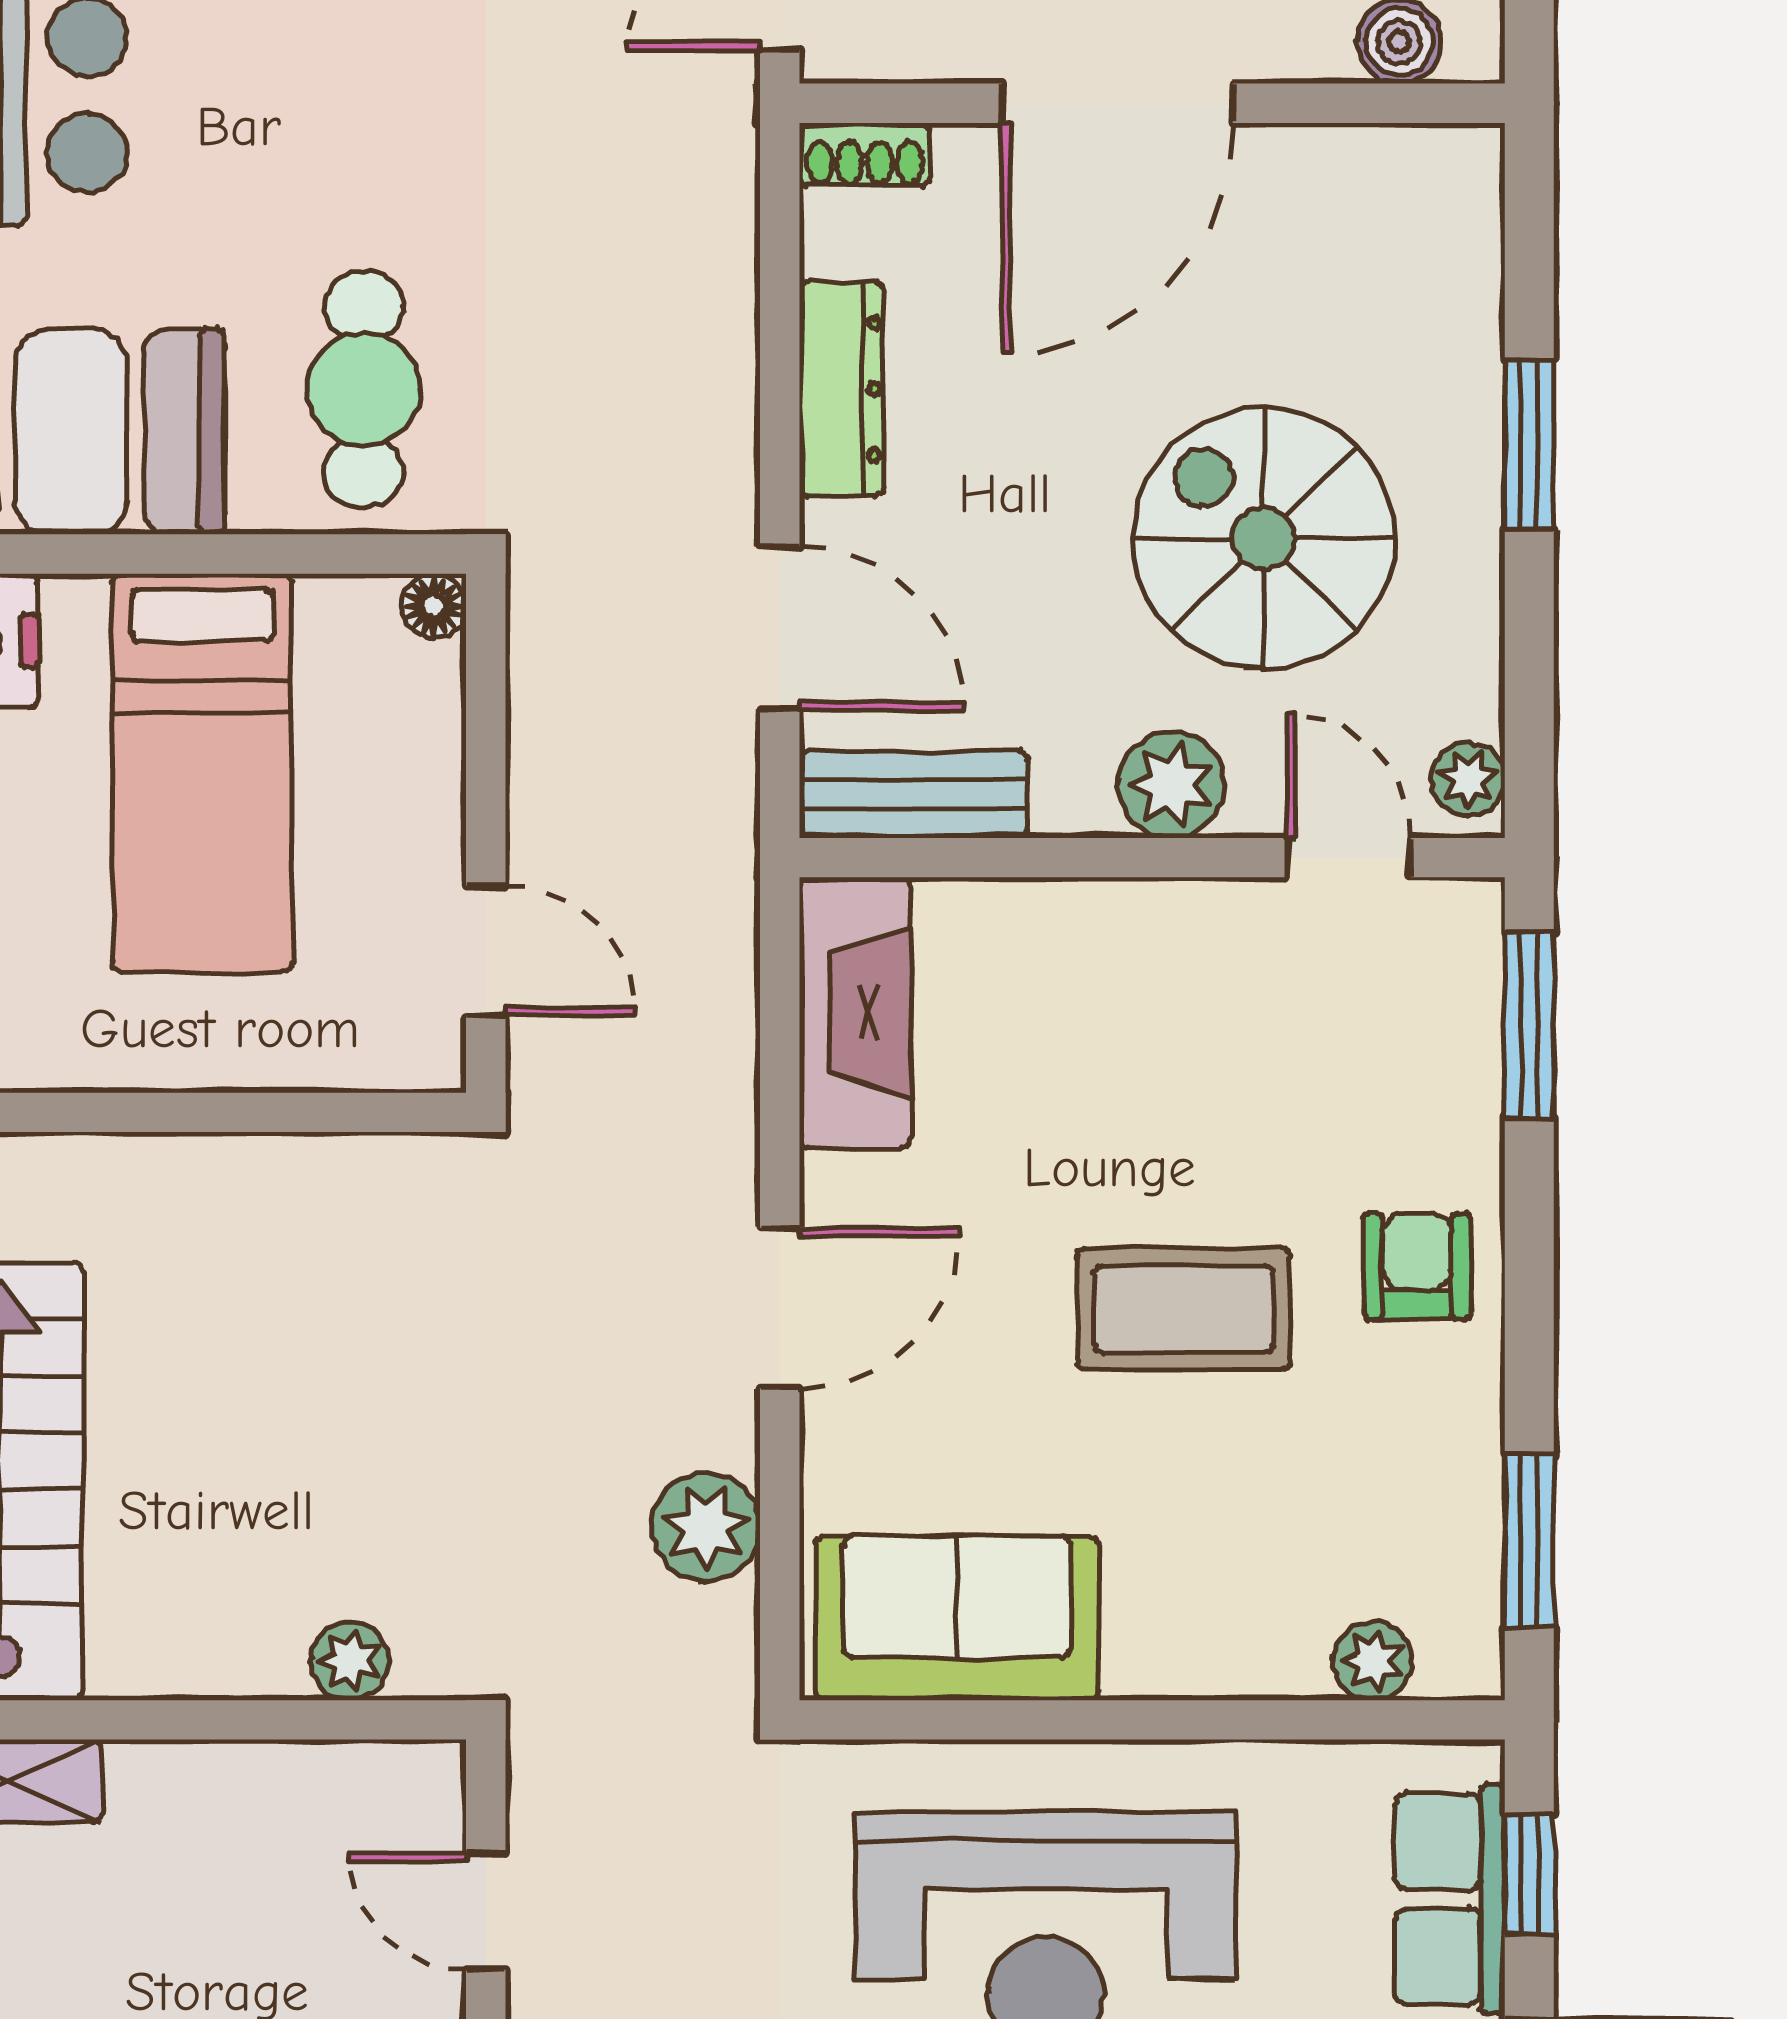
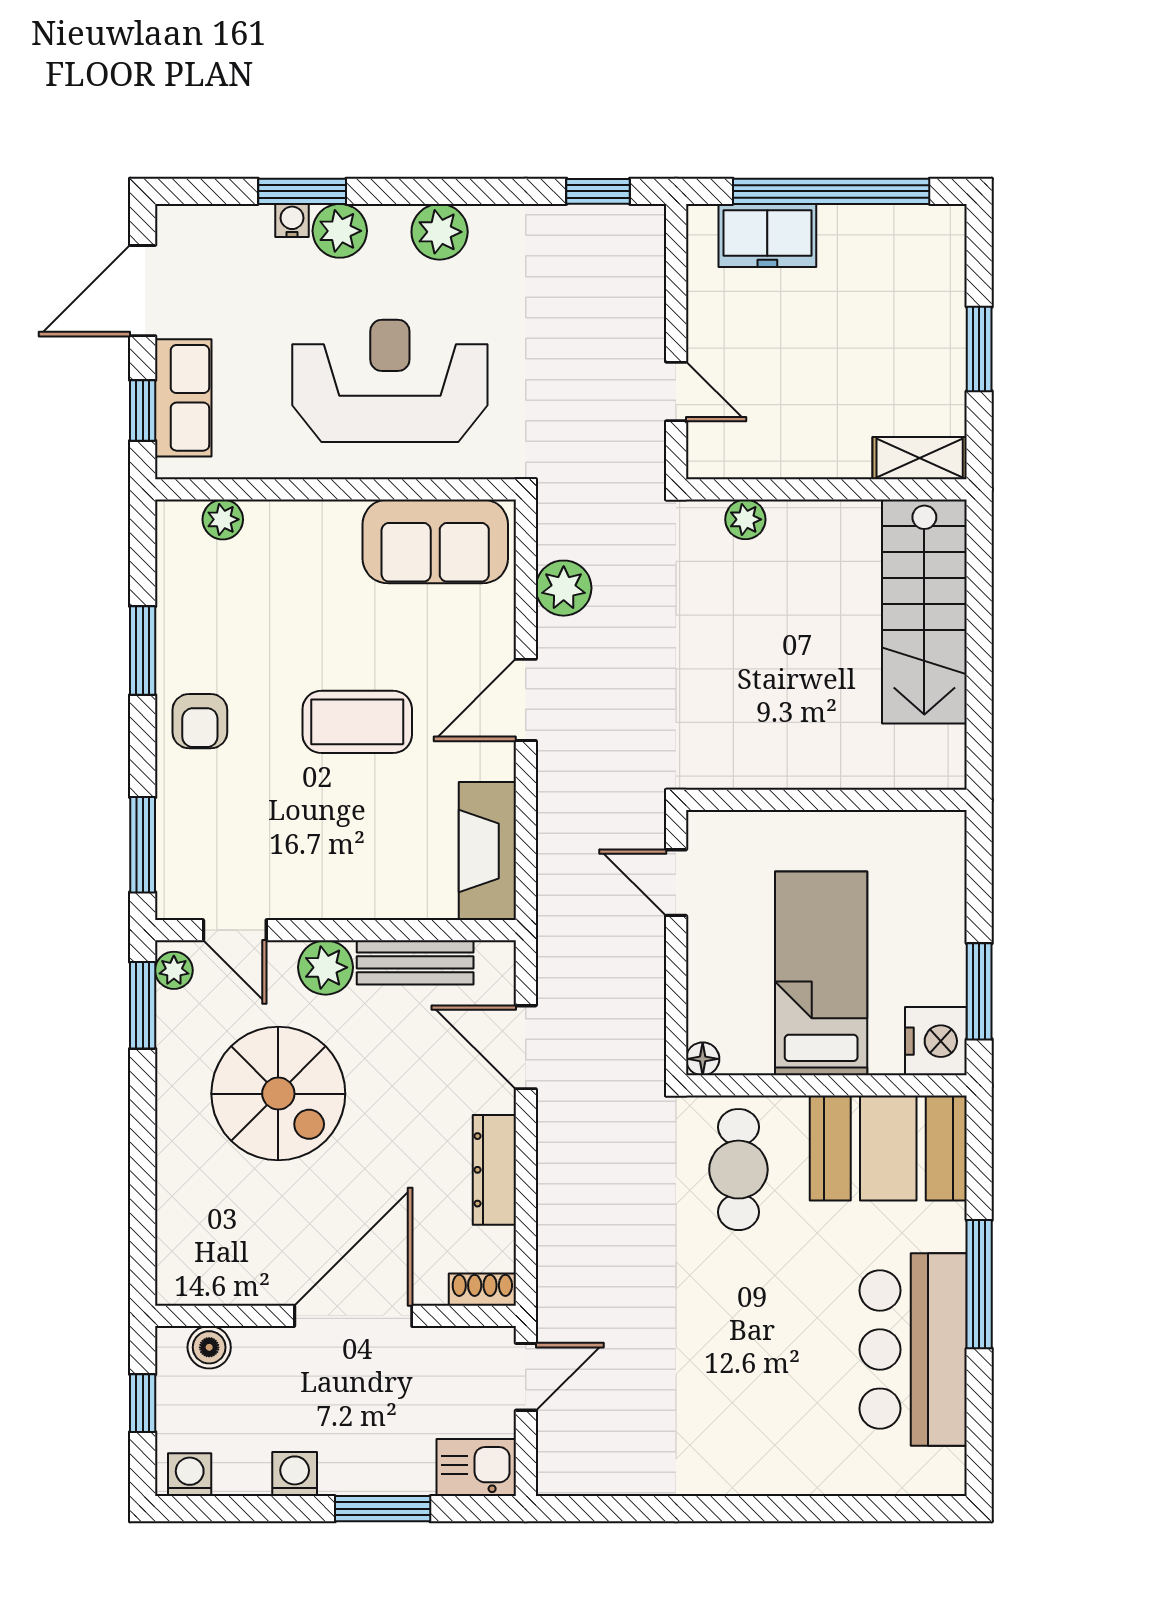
window: (1529, 444) -> (143, 1005), moved
bench: (913, 795) -> (415, 962), moved
coffee table: (1184, 1309) -> (357, 722), moved
window: (1529, 1540) -> (143, 651), moved

